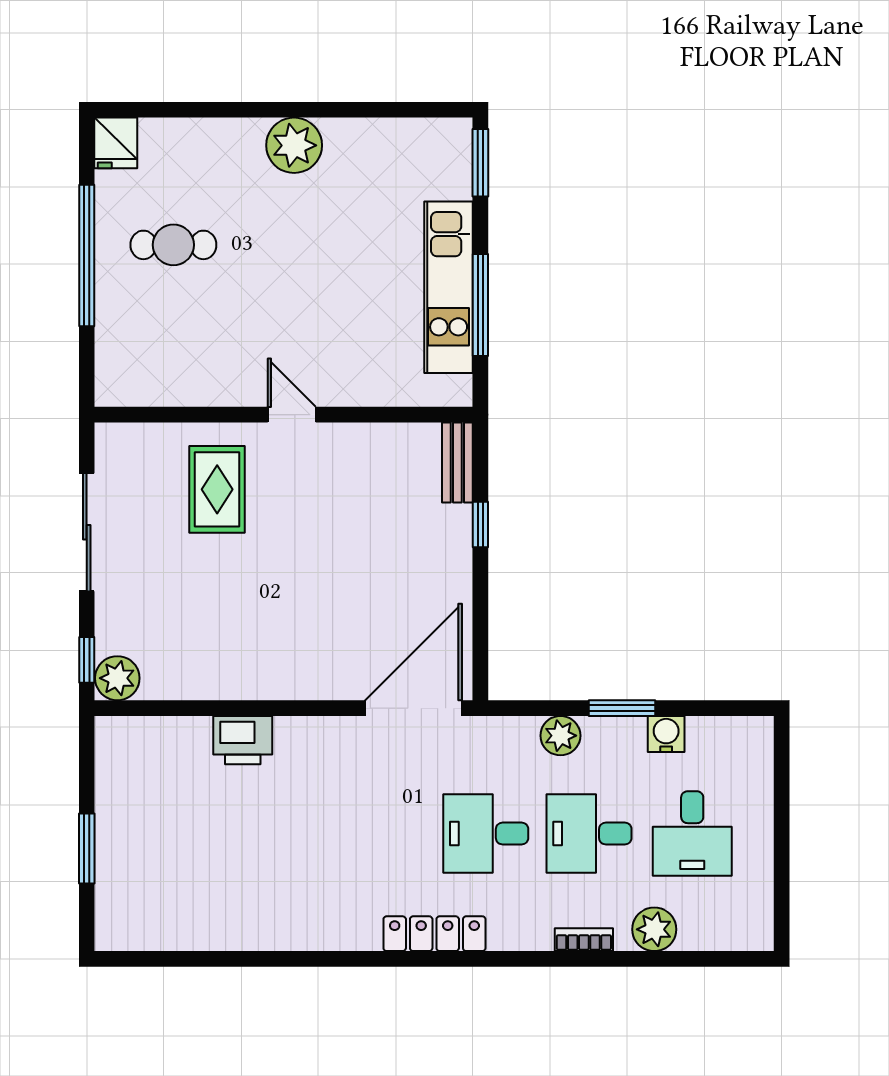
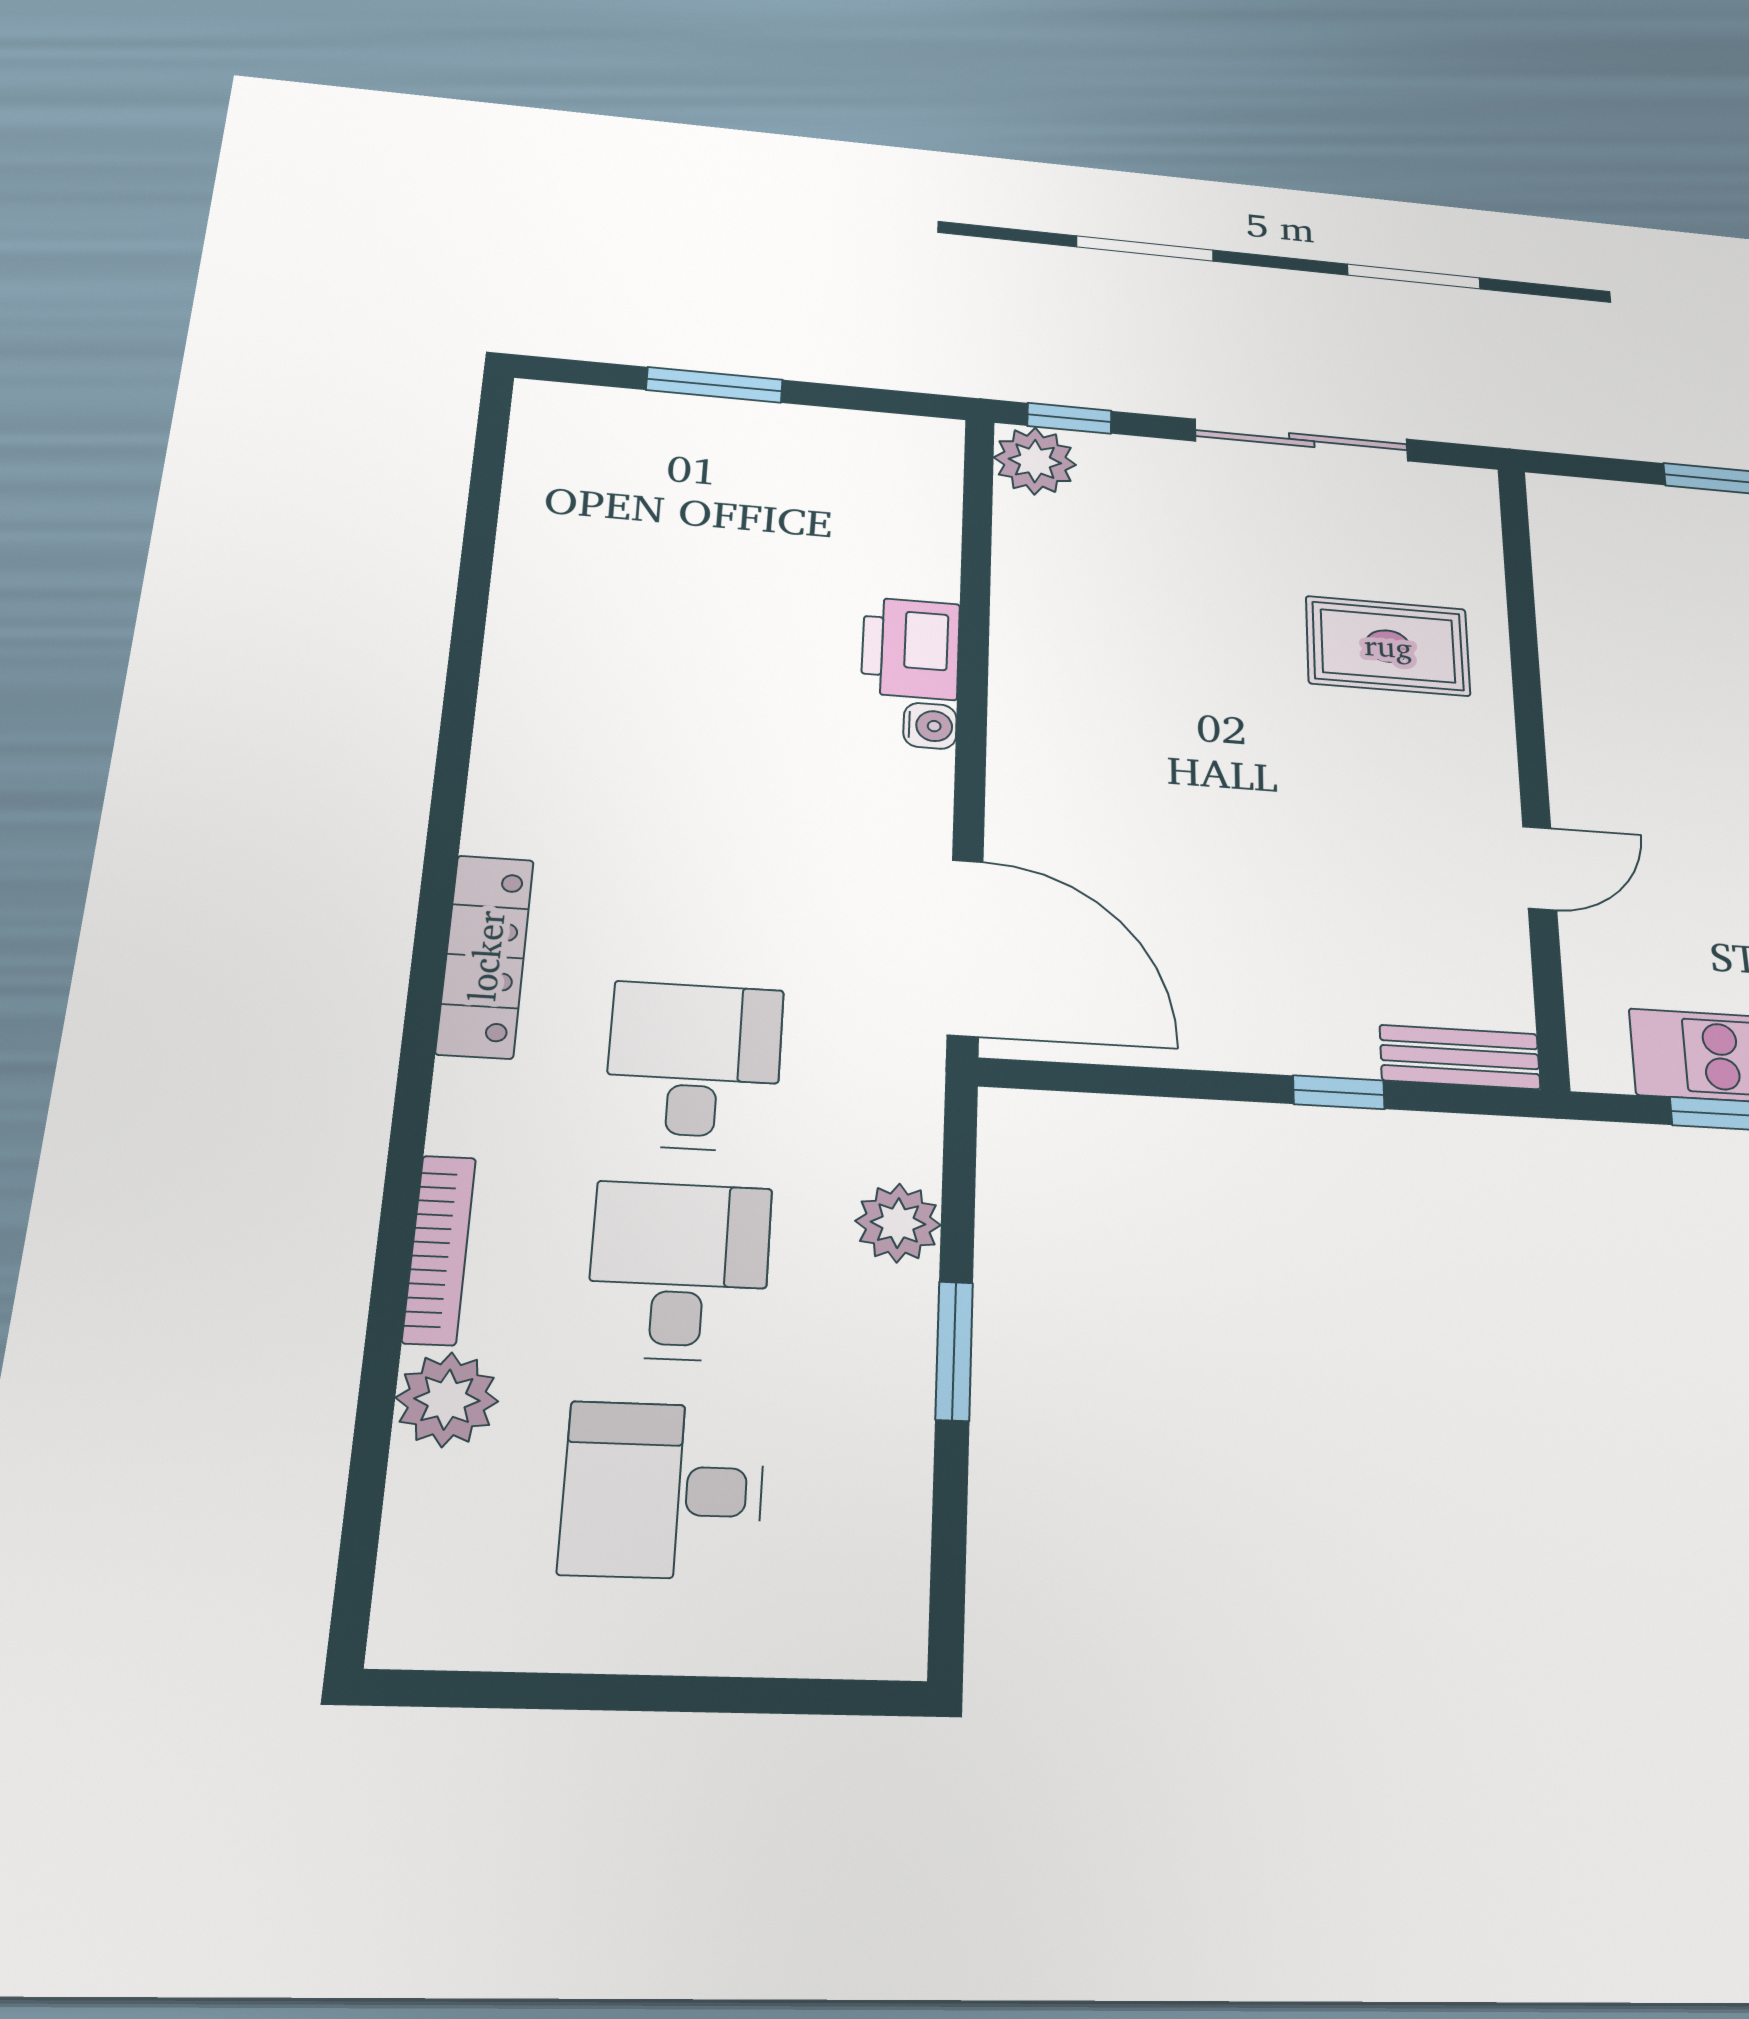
door: (292, 415) -> (1540, 868), moved
water cooler: (666, 734) -> (930, 726), moved, width x0.72, depth x0.72
bookcase: (584, 940) -> (439, 1250), width x1.56

